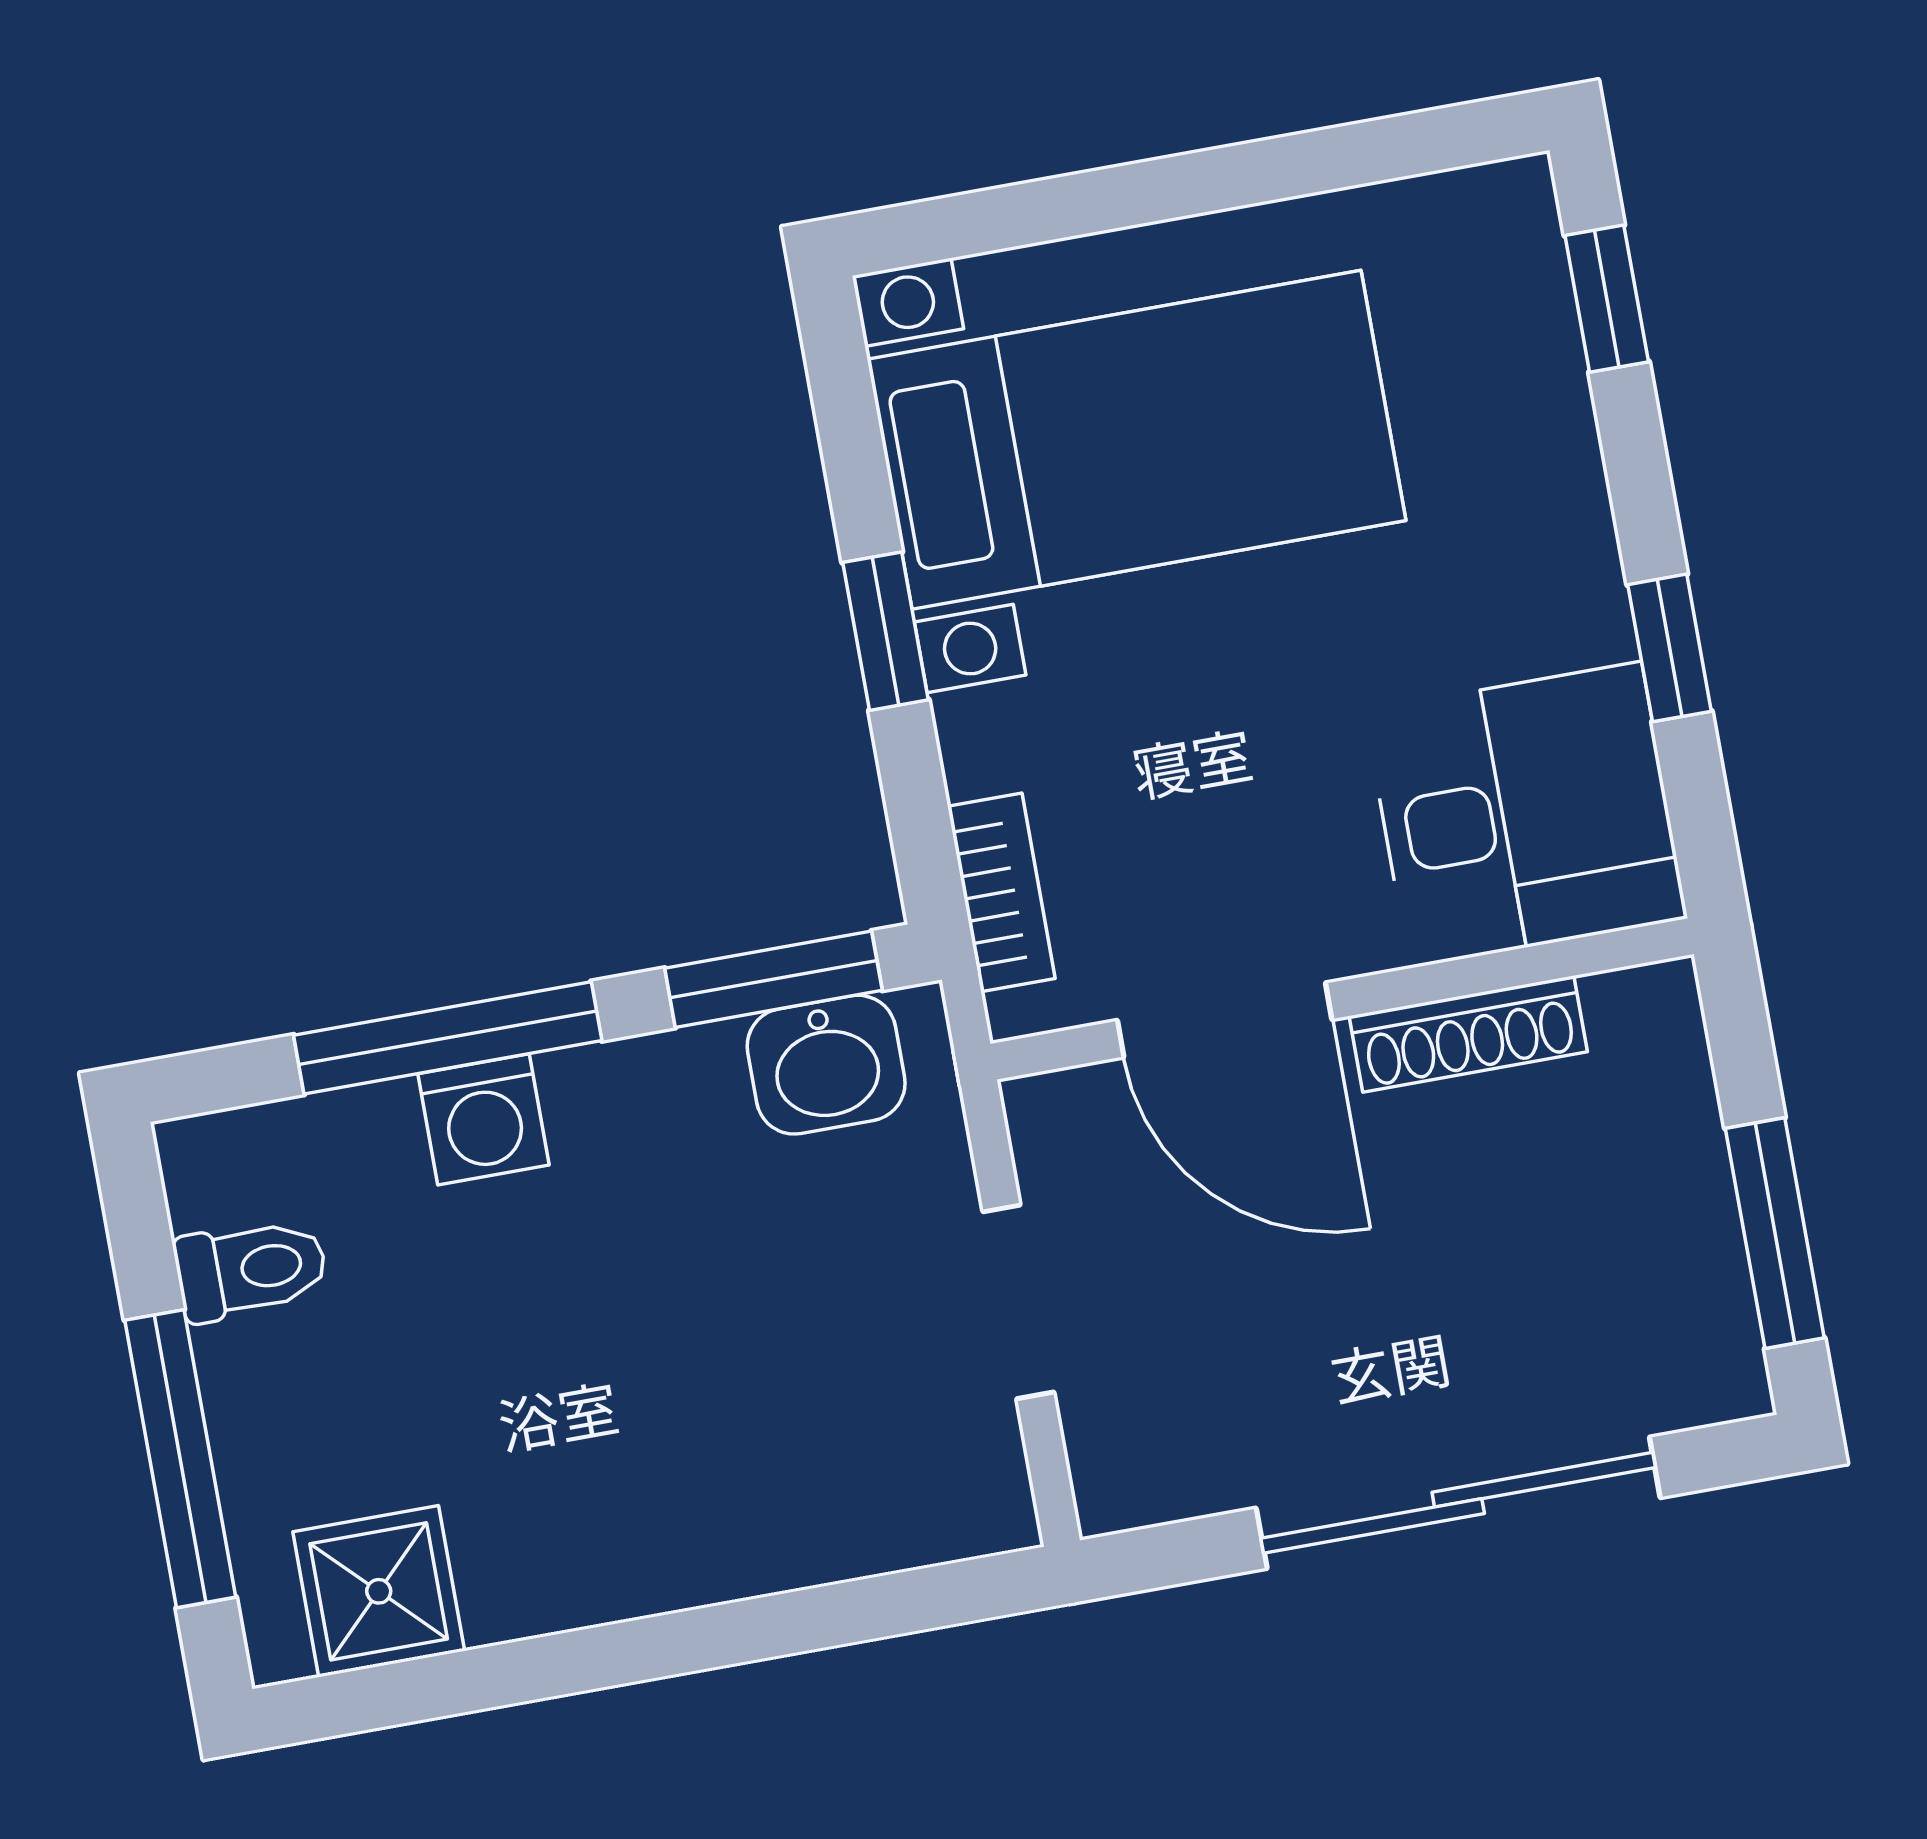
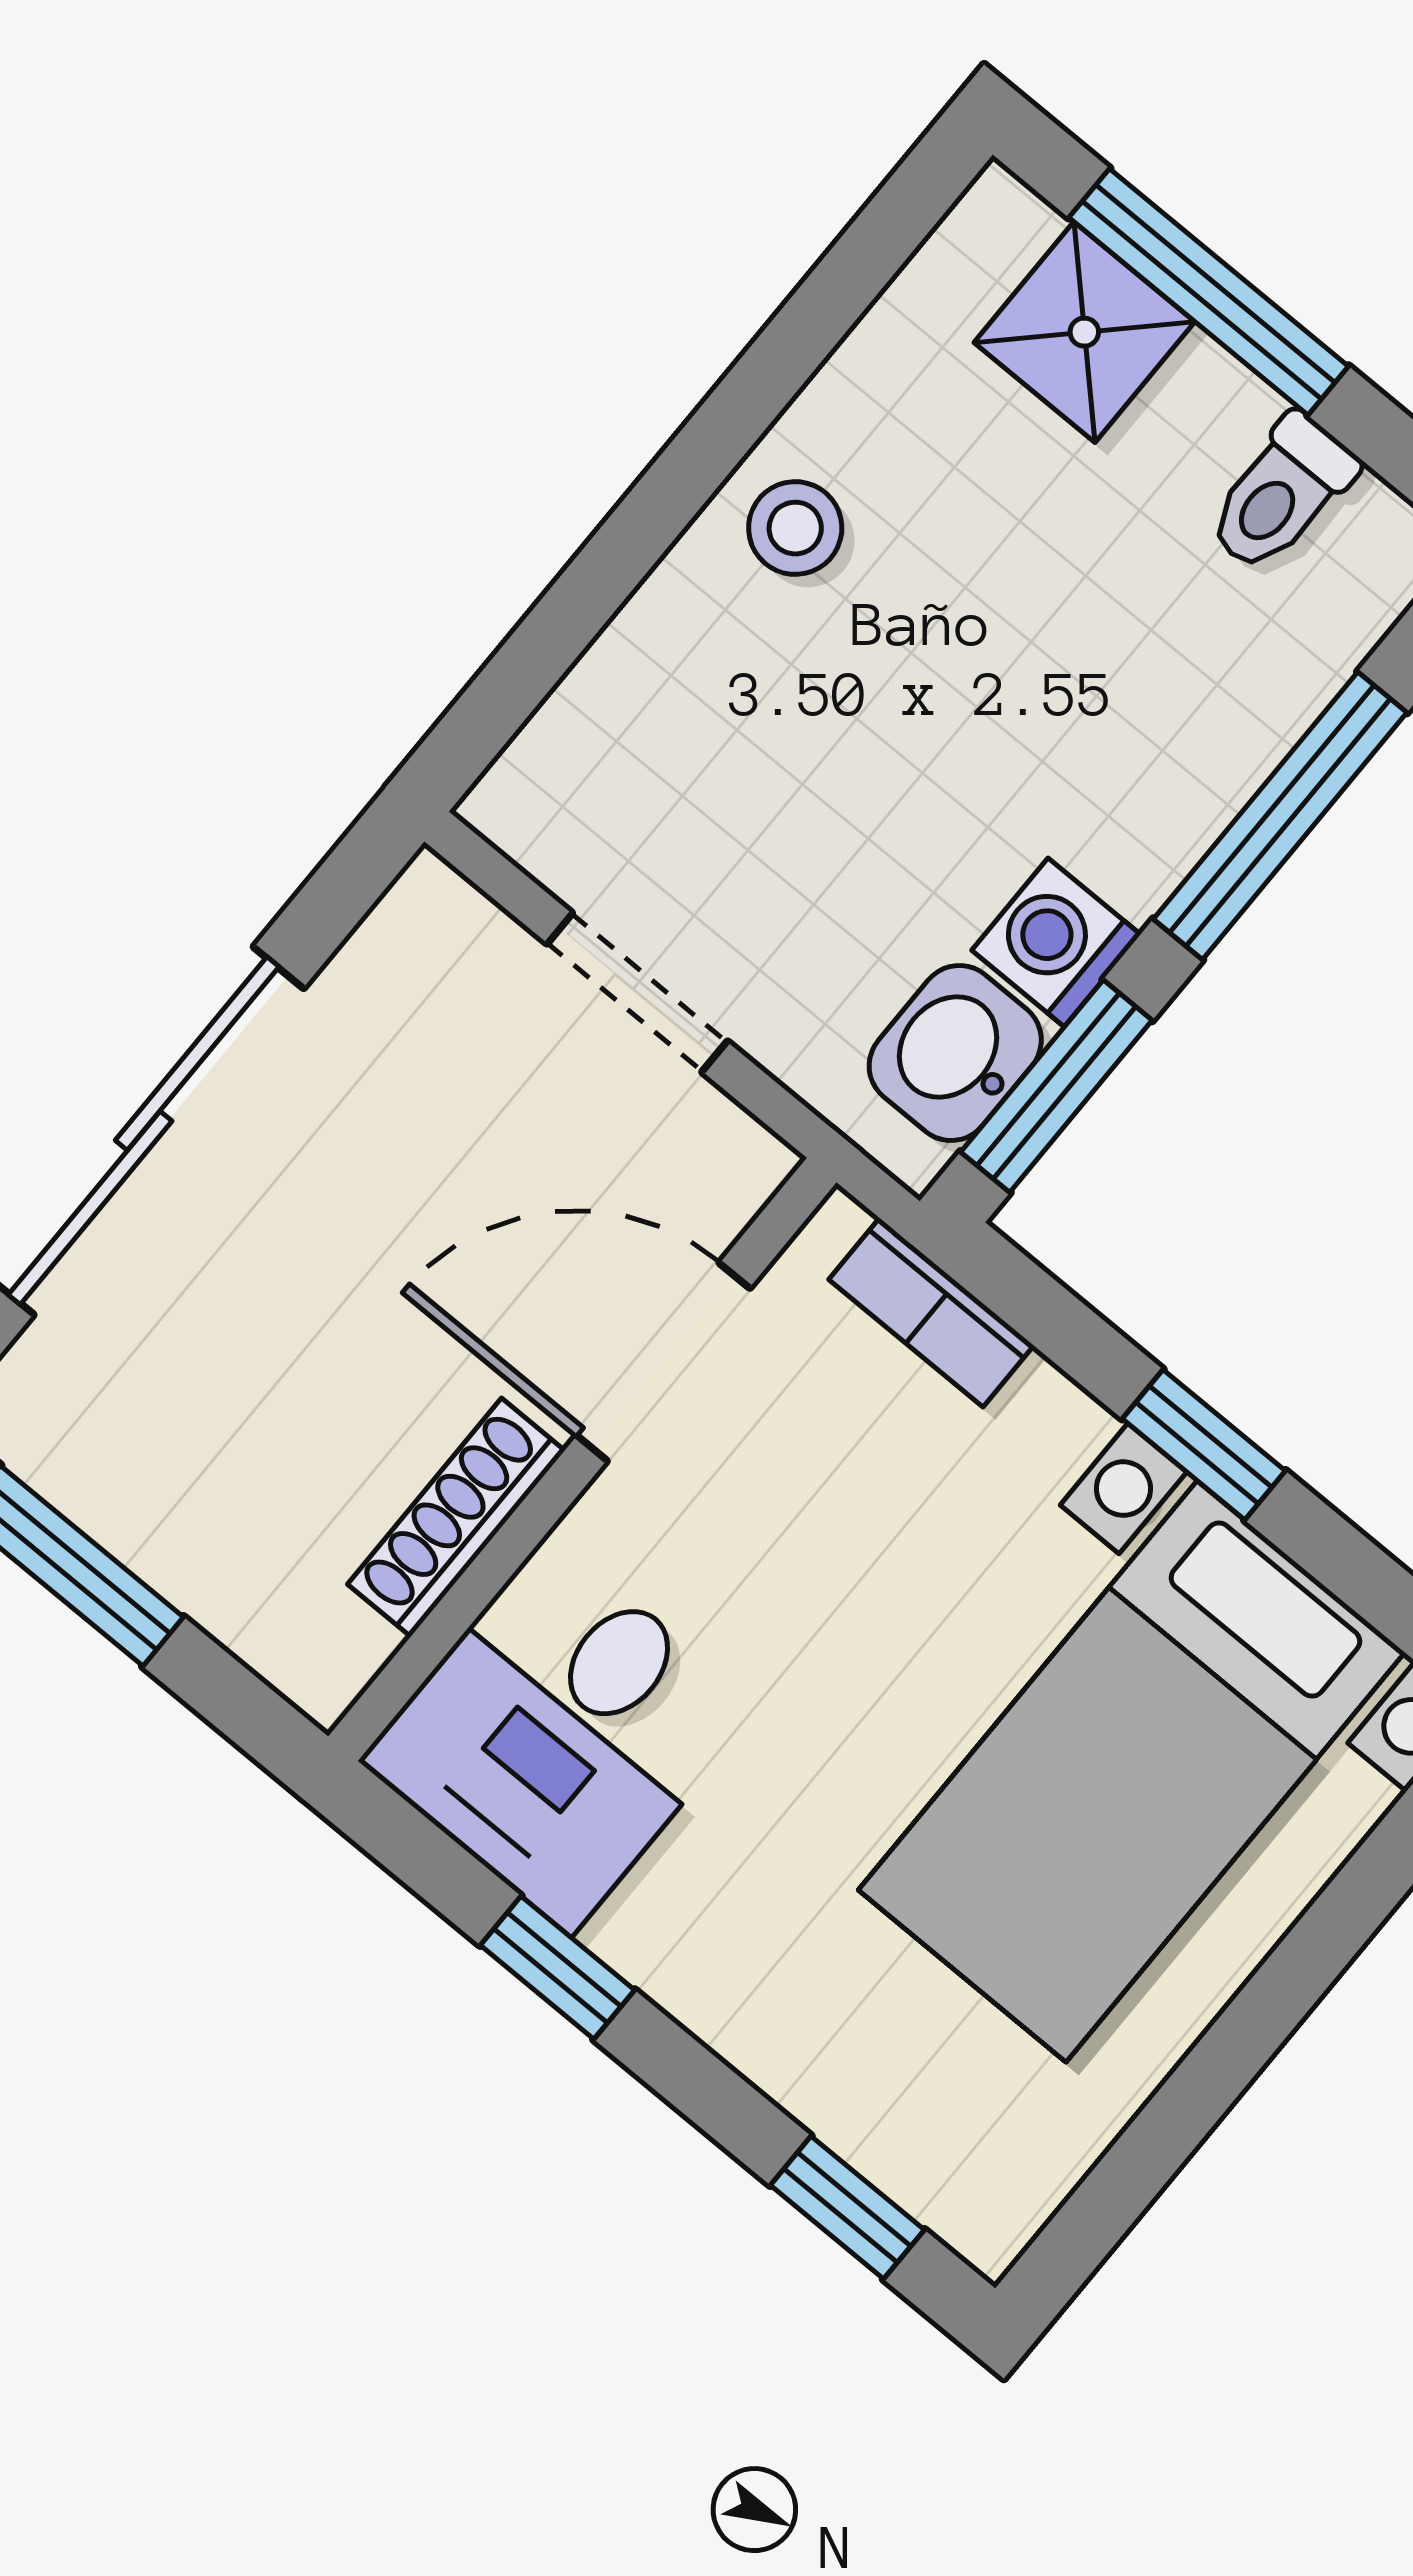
washing machine: (484, 1119) -> (1056, 942), moved
stool: (622, 1540) -> (795, 528), added
shower: (379, 1591) -> (1084, 332), moved

